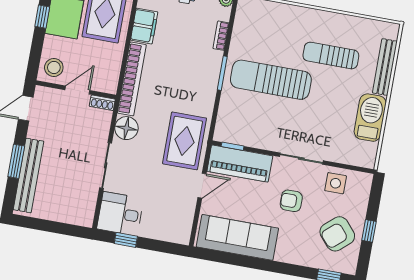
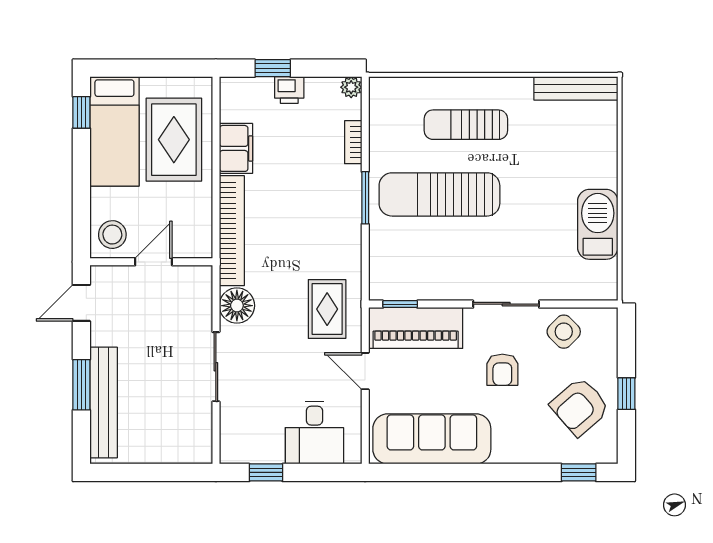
window: (42, 17) -> (81, 162), removed
sun lounger: (331, 56) -> (466, 125), moved
bench: (385, 67) -> (576, 88), moved, turned 90
shoe rack: (102, 103) -> (194, 274), removed
rug: (185, 141) -> (327, 309), width x0.73, depth x0.70
side table: (336, 183) -> (564, 332), turned 45
door: (202, 186) -> (365, 371), swing flipped
armchair: (291, 201) -> (502, 370), turned -90
desk: (120, 214) -> (314, 433), moved, turned -90

